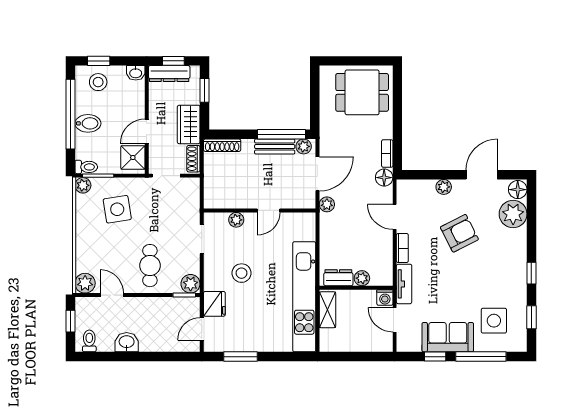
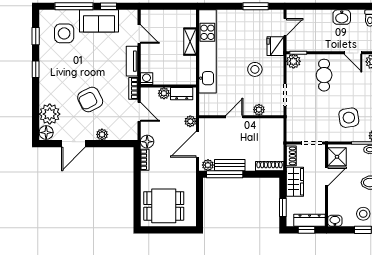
dresser: (338, 278) -> (182, 94), moved
plant: (362, 278) -> (164, 93), moved
wall: (356, 288) -> (168, 86), moved
washing machine: (385, 297) -> (147, 79), moved

